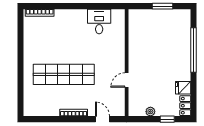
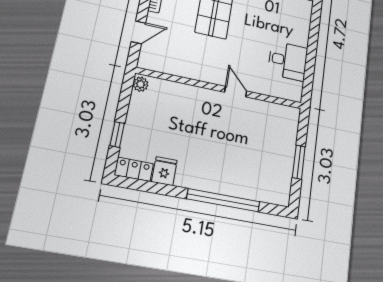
door: (127, 80) -> (236, 92), moved
plant: (150, 112) -> (141, 84), moved

